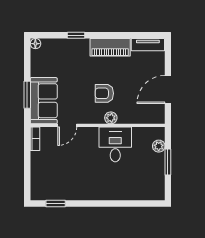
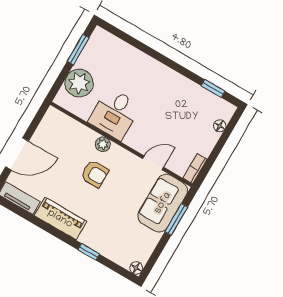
door: (168, 90) -> (17, 154), moved
plant: (159, 146) -> (79, 83), width x1.87, depth x1.87
window: (168, 162) -> (78, 50), moved
floor lamp: (35, 180) -> (220, 126), added

